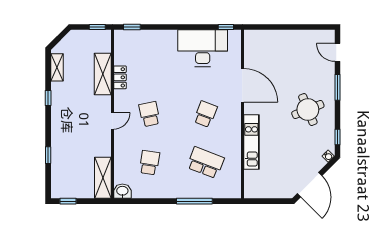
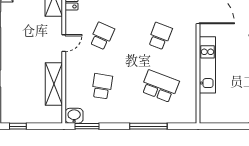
school desk: (149, 114) -> (102, 36), turned 36
shelving: (103, 178) -> (54, 84), moved
window: (135, 201) -> (87, 126), added

